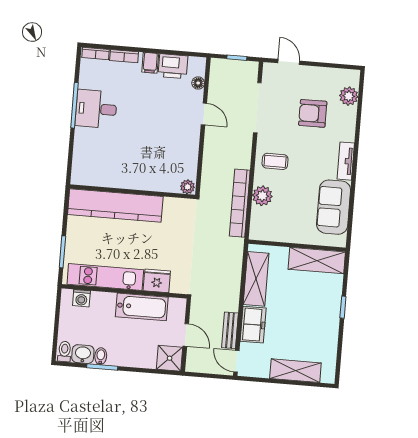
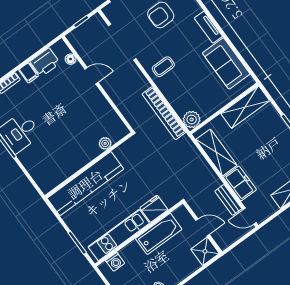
plant: (188, 187) -> (105, 143), moved
plant: (262, 196) -> (192, 119), moved

